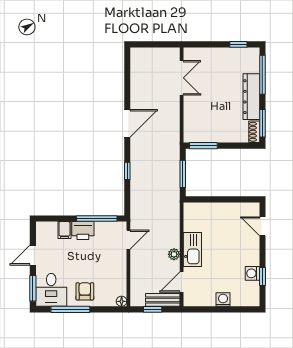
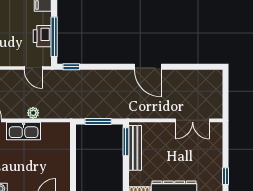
bench: (210, 136) -> (135, 148), added
window: (127, 171) -> (71, 67), moved
printer: (83, 231) -> (42, 36), moved
plant: (174, 254) -> (33, 113), moved

